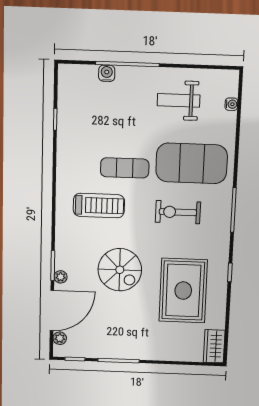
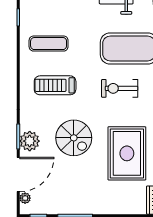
exercise mat: (125, 168) -> (49, 44), moved
treadmill: (99, 206) -> (55, 85), turned 180
plant: (61, 277) -> (30, 141), width x1.88, depth x1.88

